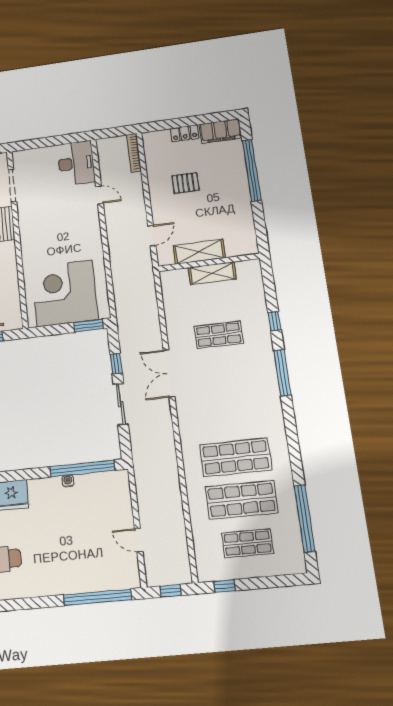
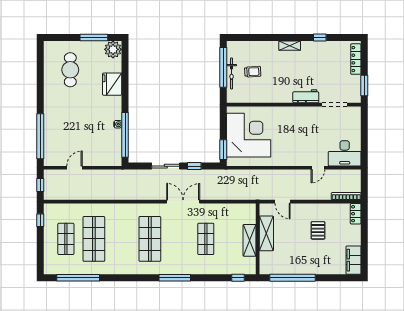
locker: (185, 133) -> (356, 214), moved
window: (252, 170) -> (292, 278), moved
window: (275, 321) -> (238, 278), moved
shop shelf: (236, 457) -> (150, 239), moved

